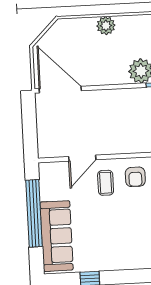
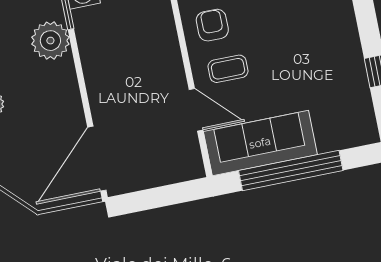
armchair: (135, 177) -> (212, 25), turned -90
sofa: (57, 236) -> (260, 143), moved

